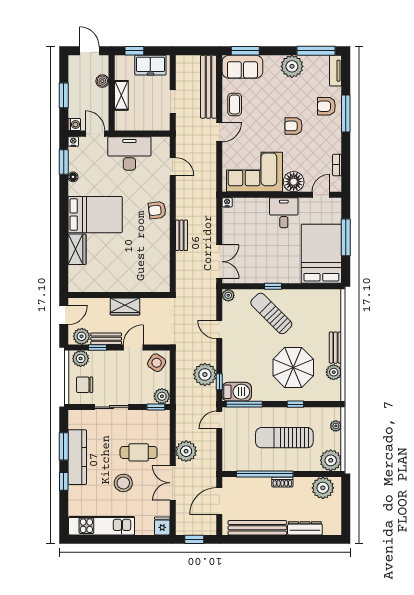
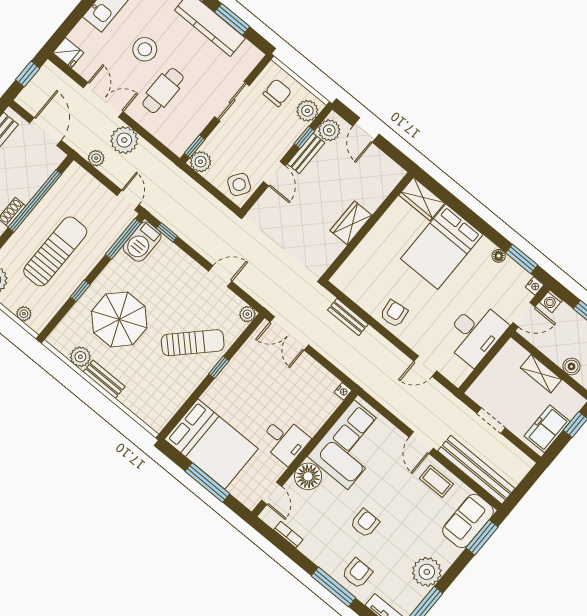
wall: (119, 295) -> (368, 226), moved
wardrobe: (125, 306) -> (351, 223), moved
plant: (205, 374) -> (96, 158), moved, width x0.53, depth x0.53

